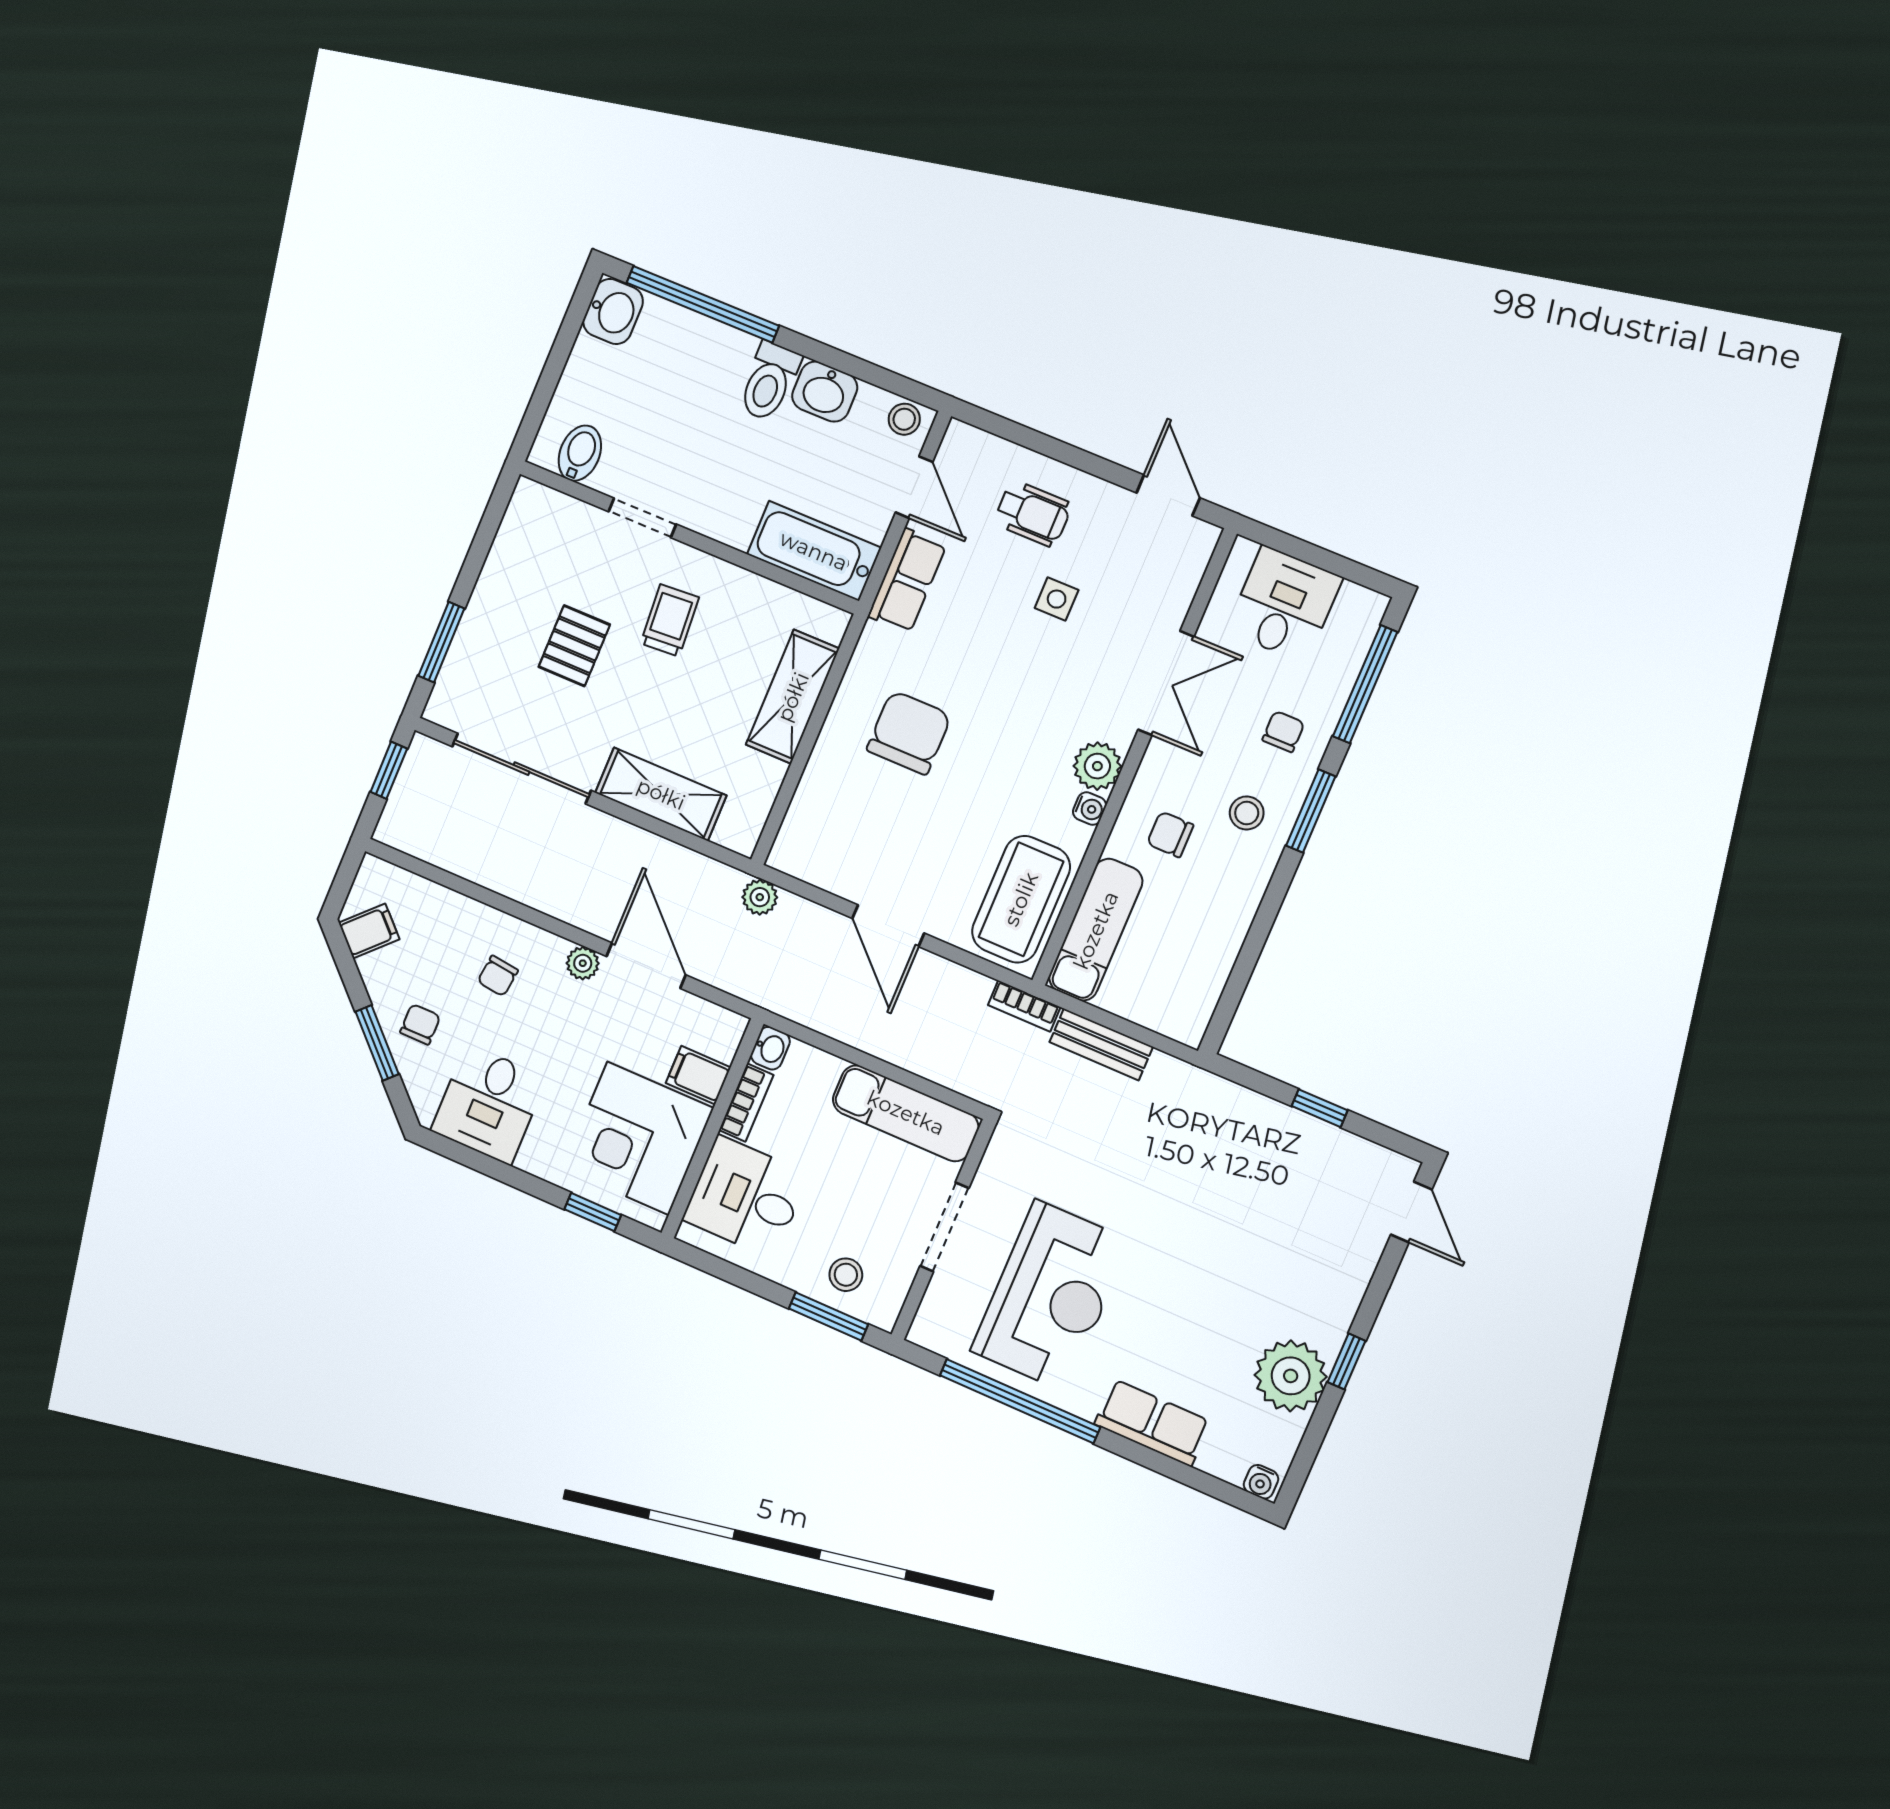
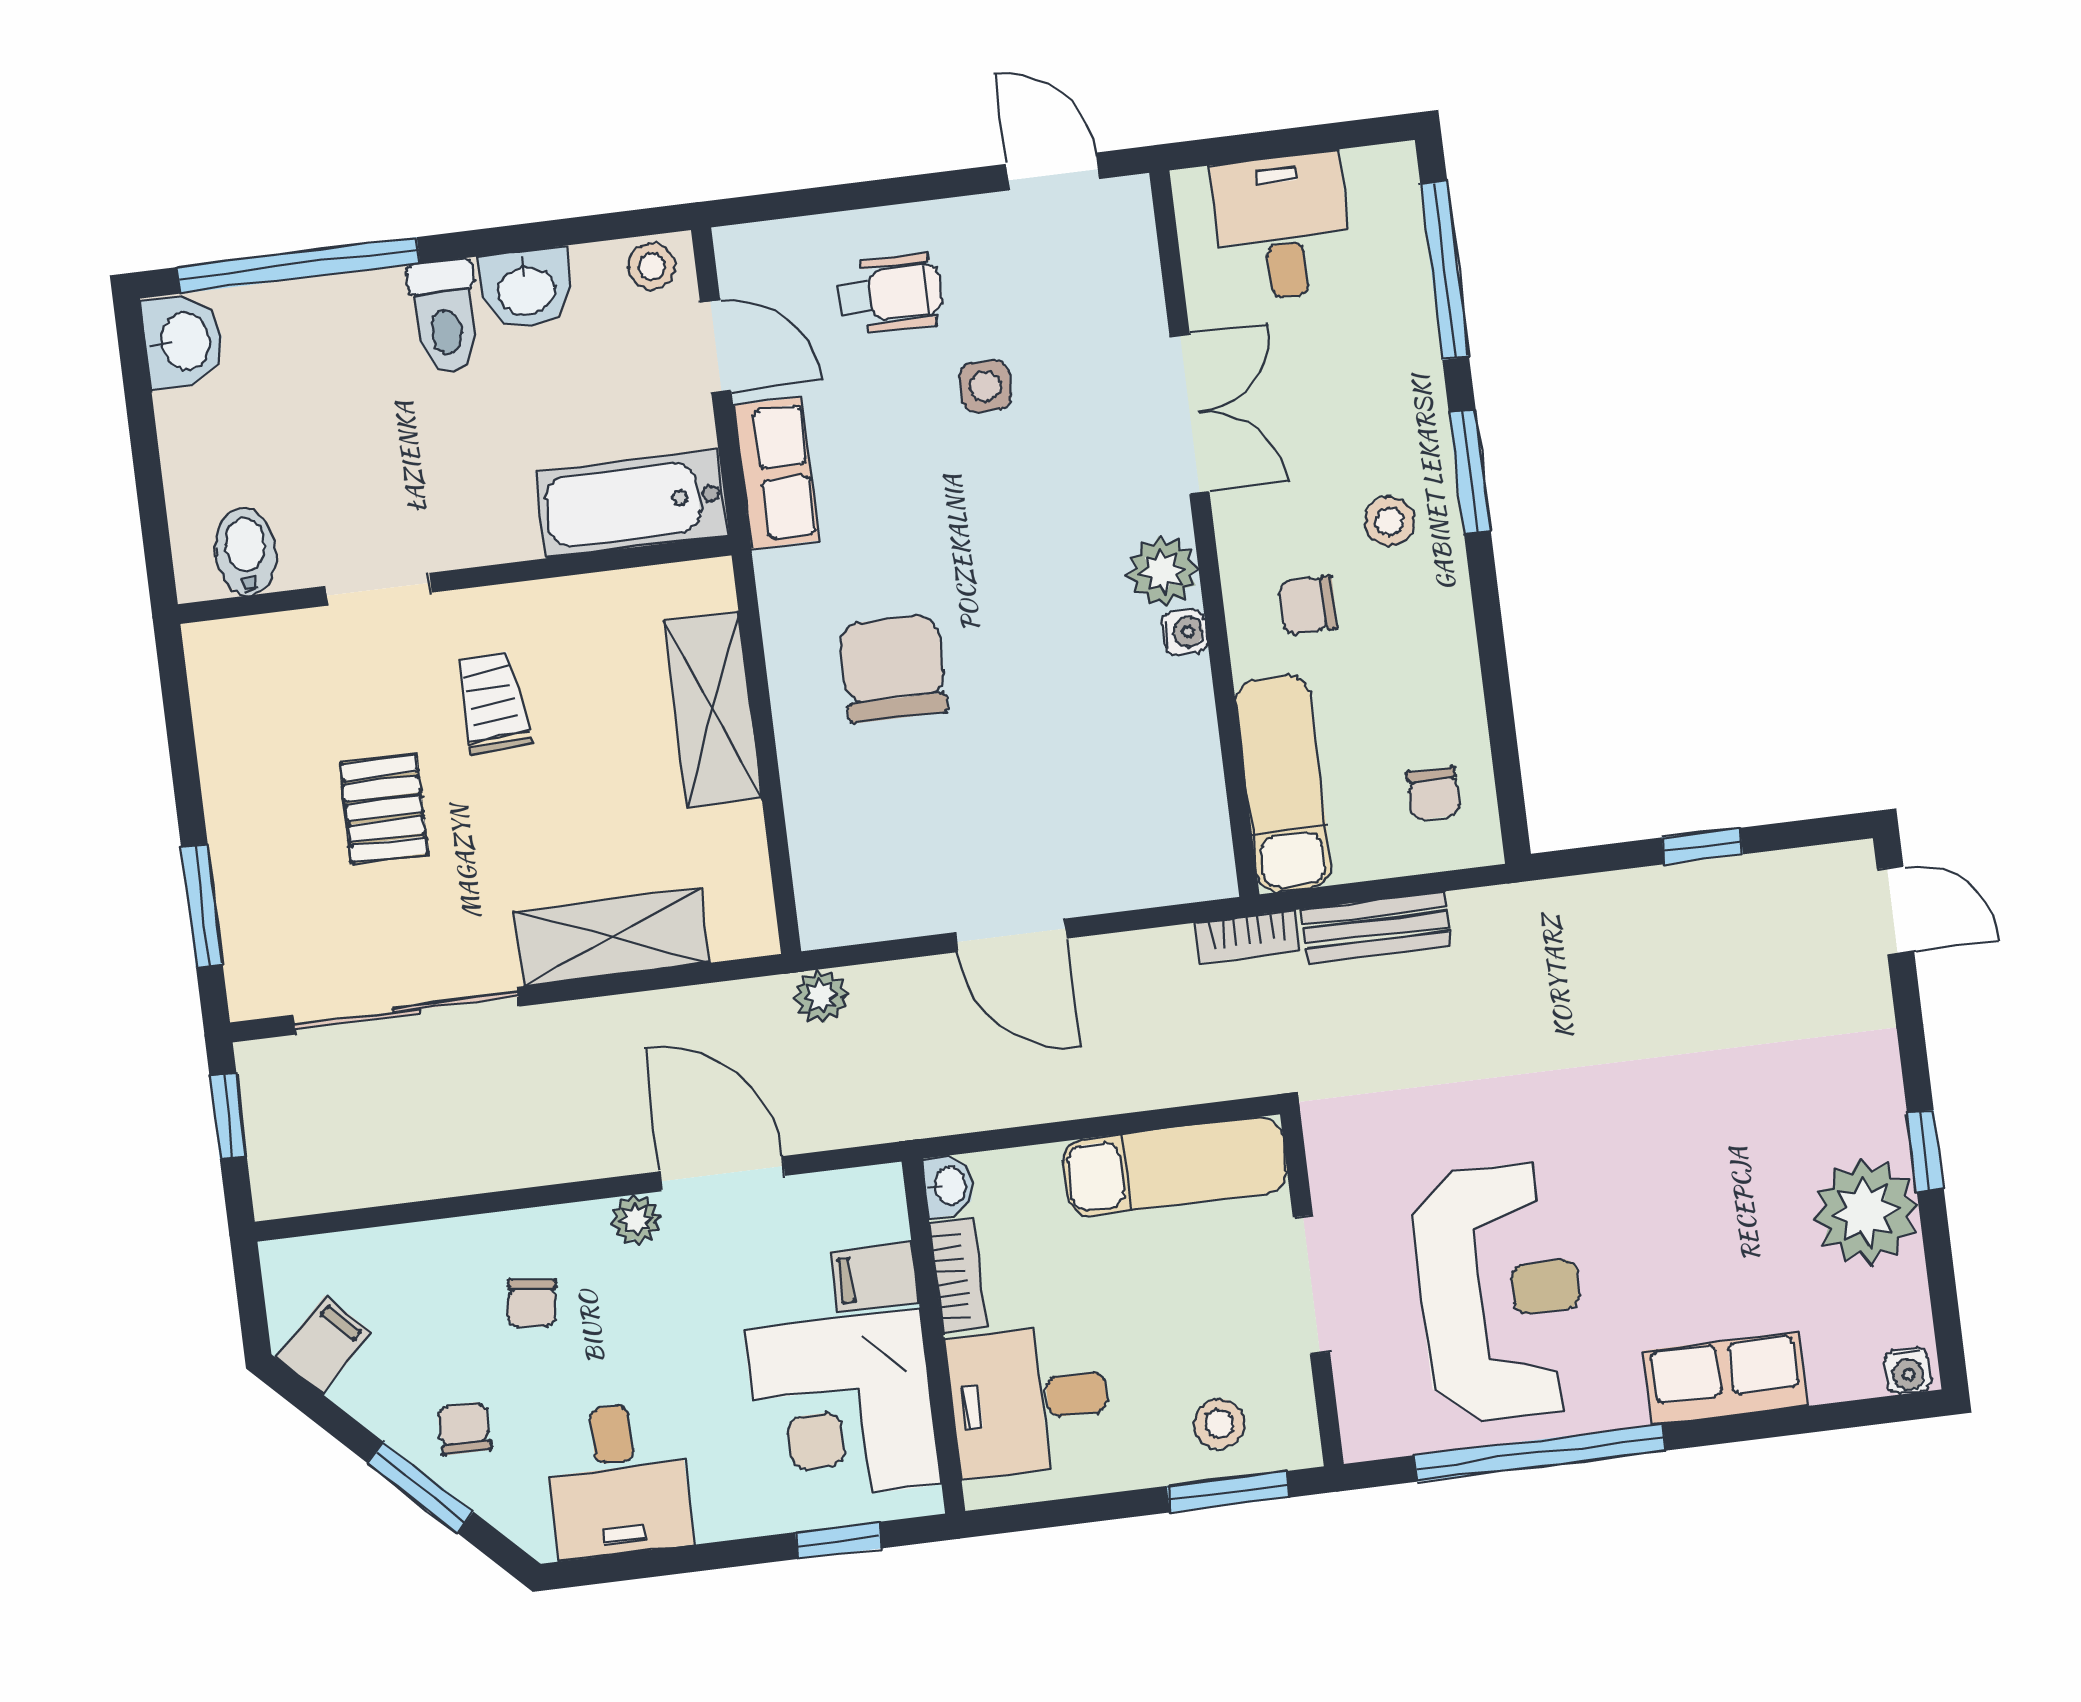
chair: (1283, 732) -> (1433, 794), moved, turned 180
coffee table: (1021, 899) -> (1164, 801), removed

